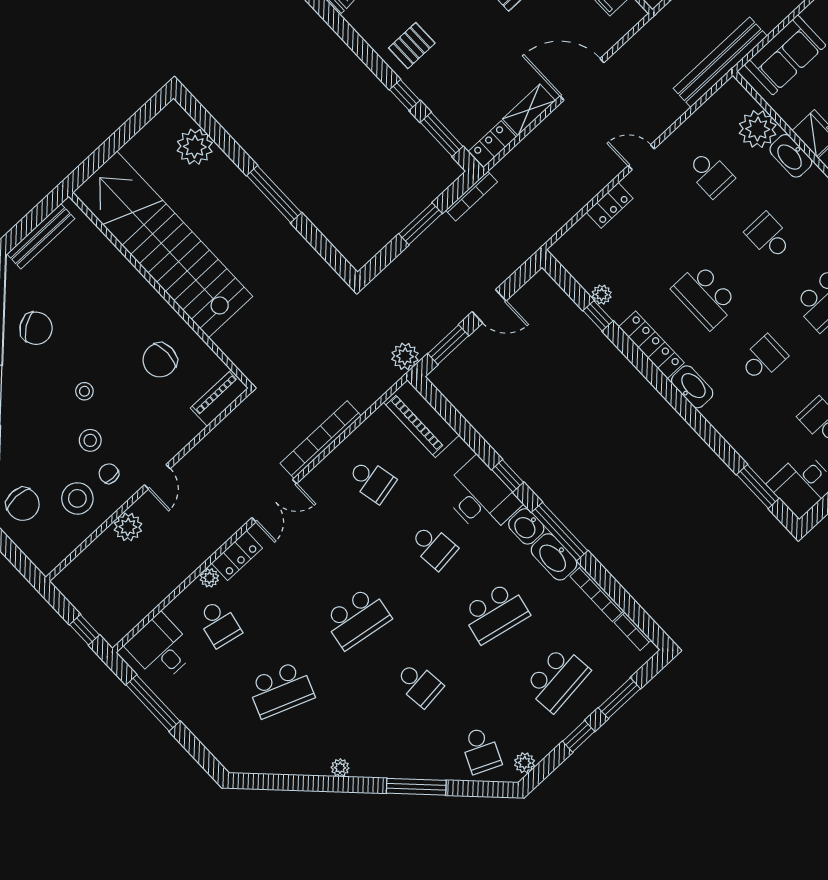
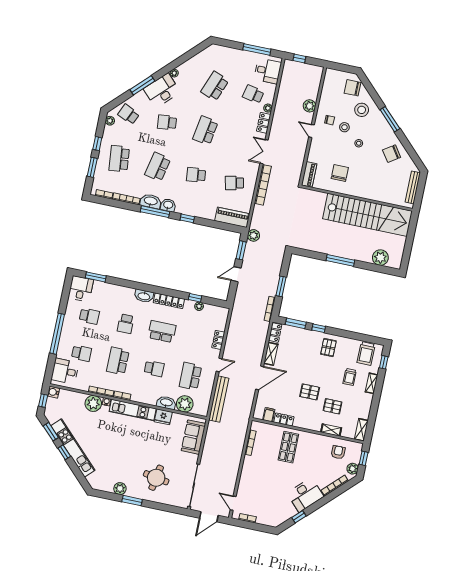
bench: (720, 62) -> (219, 399), moved
school desk: (710, 174) -> (190, 376), width x1.85
desk: (481, 497) -> (162, 90), moved, turned 135
stool: (77, 498) -> (362, 110), moved

